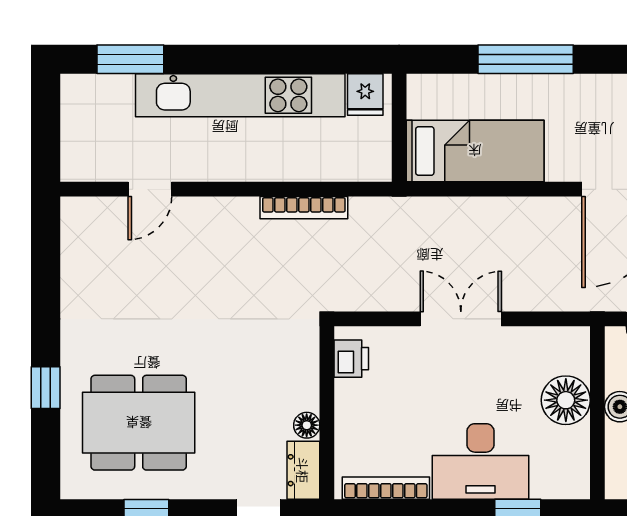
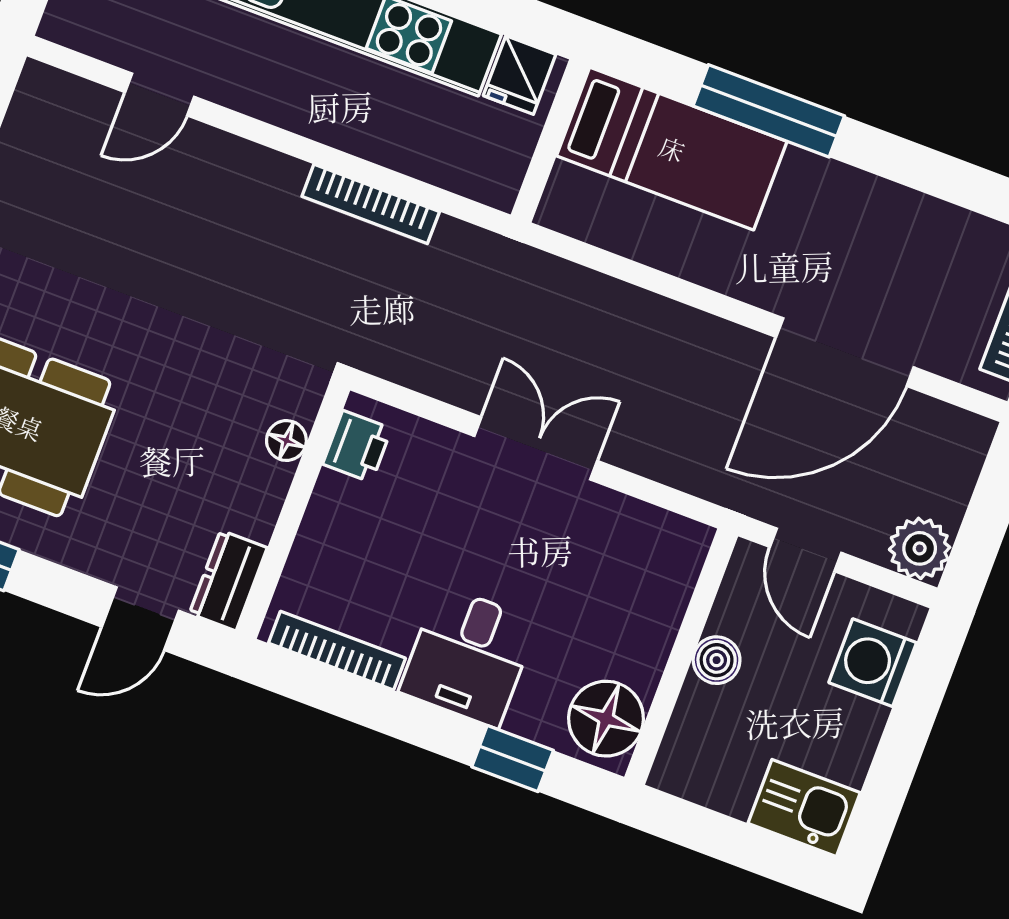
bed: (475, 151) -> (672, 149), moved
floor lamp: (566, 400) -> (606, 719), moved
floor lamp: (307, 425) -> (286, 441), moved
desk: (481, 461) -> (468, 656), width x0.73

